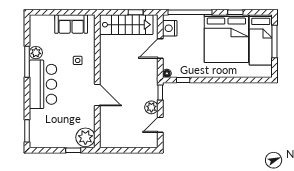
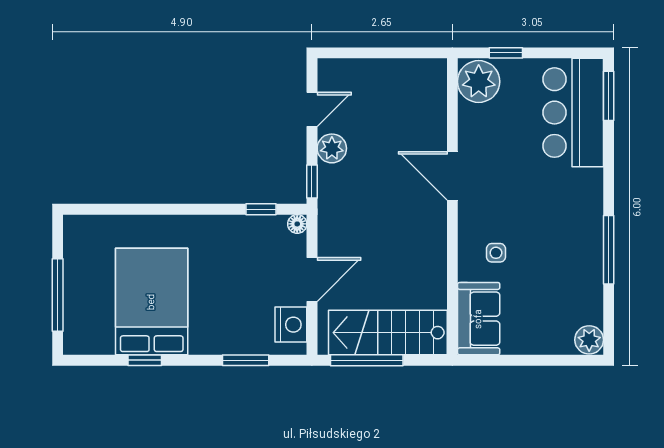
window: (136, 12) -> (367, 360), width x2.17
window: (190, 12) -> (246, 360), width x0.47
sofa: (71, 24) -> (479, 319), moved, turned 90
bed: (226, 39) -> (152, 302), width x0.73
bed: (261, 40) -> (88, 299), removed
plant: (36, 53) -> (589, 340), moved
bar counter: (43, 84) -> (573, 113), moved

